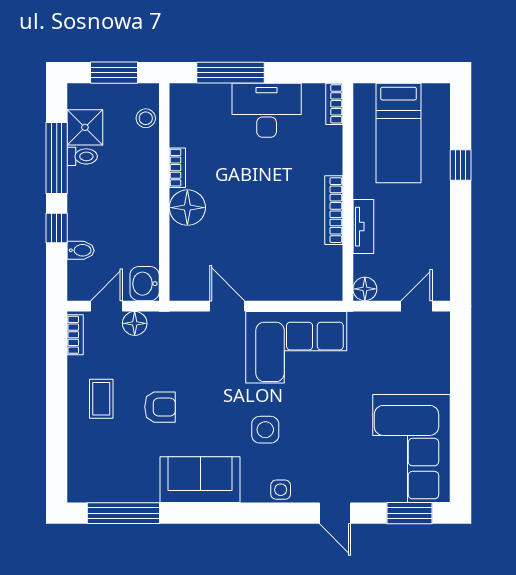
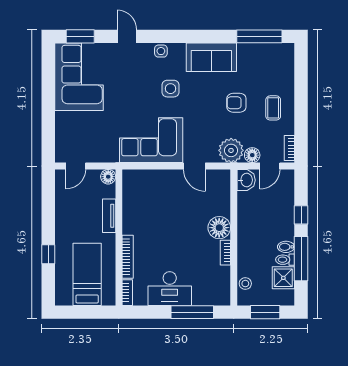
bookcase: (334, 210) -> (128, 257), moved
bidet: (81, 250) -> (286, 247), moved
plant: (169, 331) -> (231, 150), added

